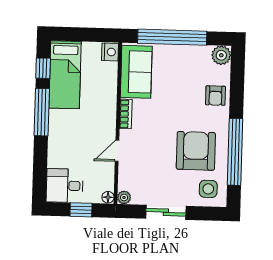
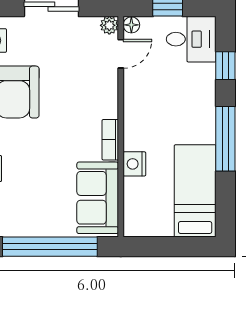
nightstand: (110, 52) -> (134, 164), moved
window: (43, 68) -> (225, 66), moved
door: (117, 151) -> (121, 54), moved

